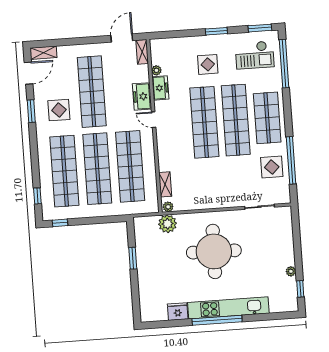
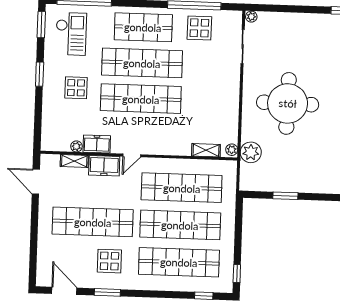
shelving: (142, 52) -> (74, 161), moved
shelving: (43, 53) -> (43, 272), removed
plant: (291, 271) -> (251, 17), moved

